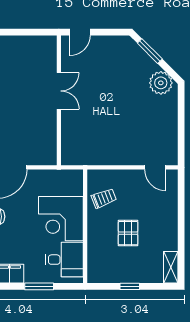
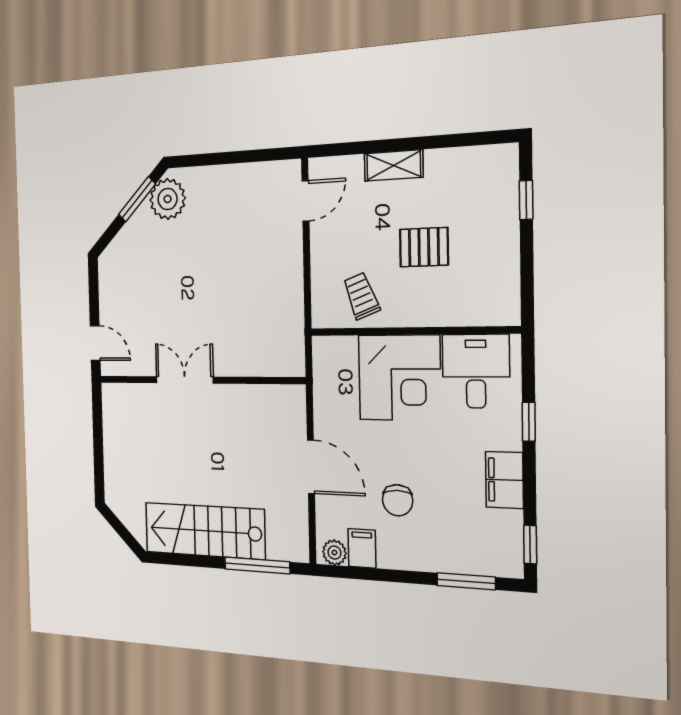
window: (150, 51) -> (137, 199), moved
shelving: (171, 267) -> (394, 165), moved
window: (39, 286) -> (529, 422), width x0.67
window: (130, 286) -> (526, 200), moved

